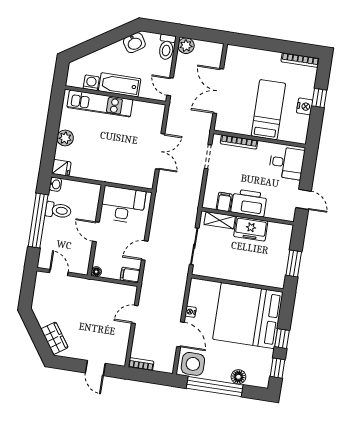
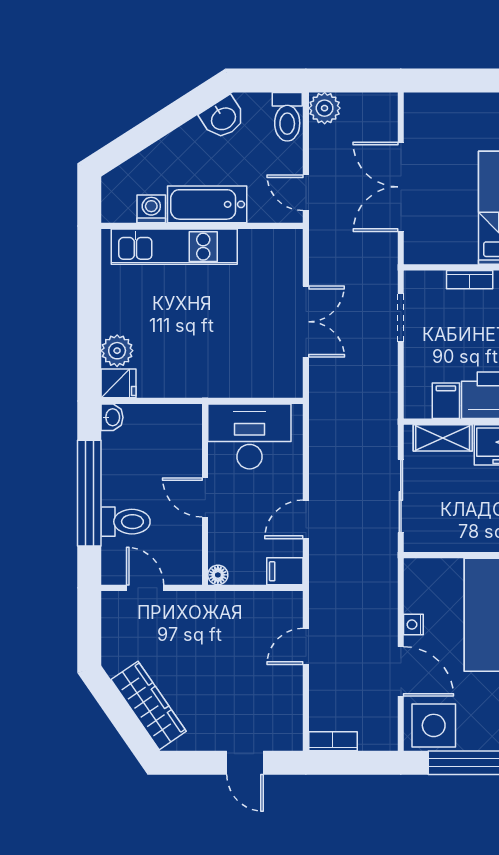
plant: (65, 138) -> (117, 351), moved
bookcase: (239, 142) -> (470, 280), width x0.64
toilet: (58, 210) -> (126, 522), moved
wardrobe: (54, 338) -> (149, 705), width x1.50

